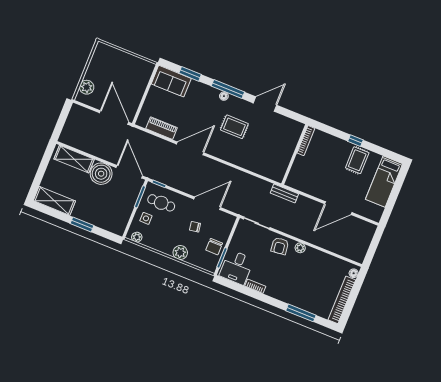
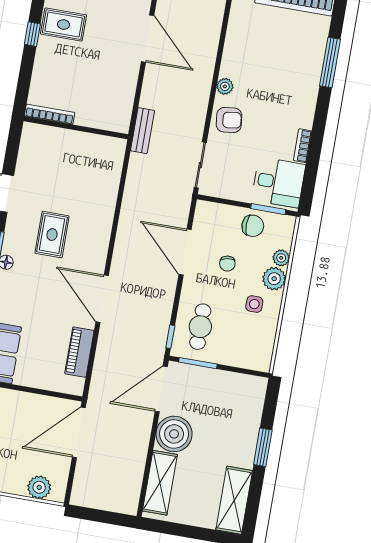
side table: (146, 218) -> (254, 304), moved
plant: (137, 237) -> (281, 258), moved

